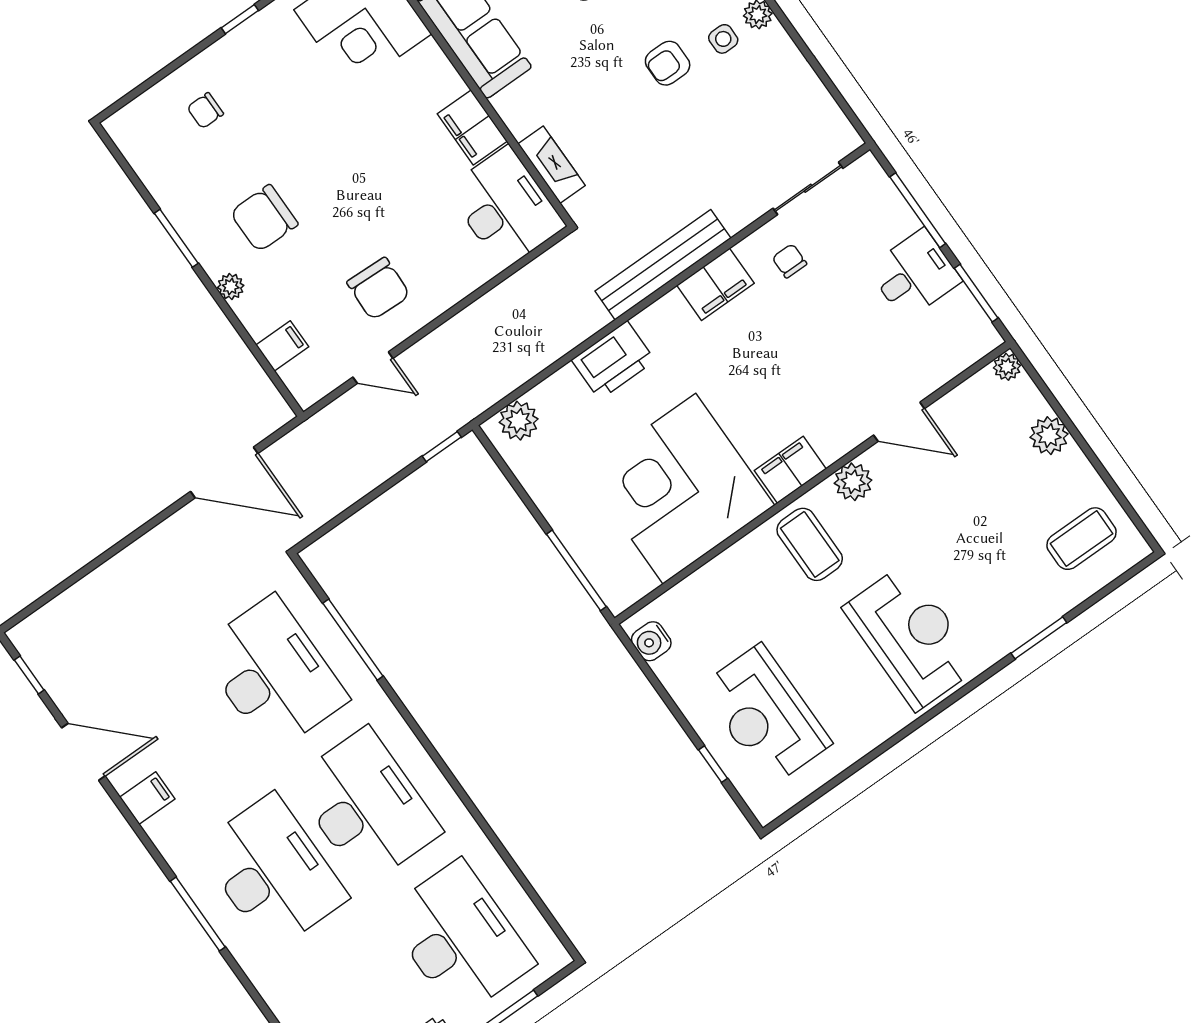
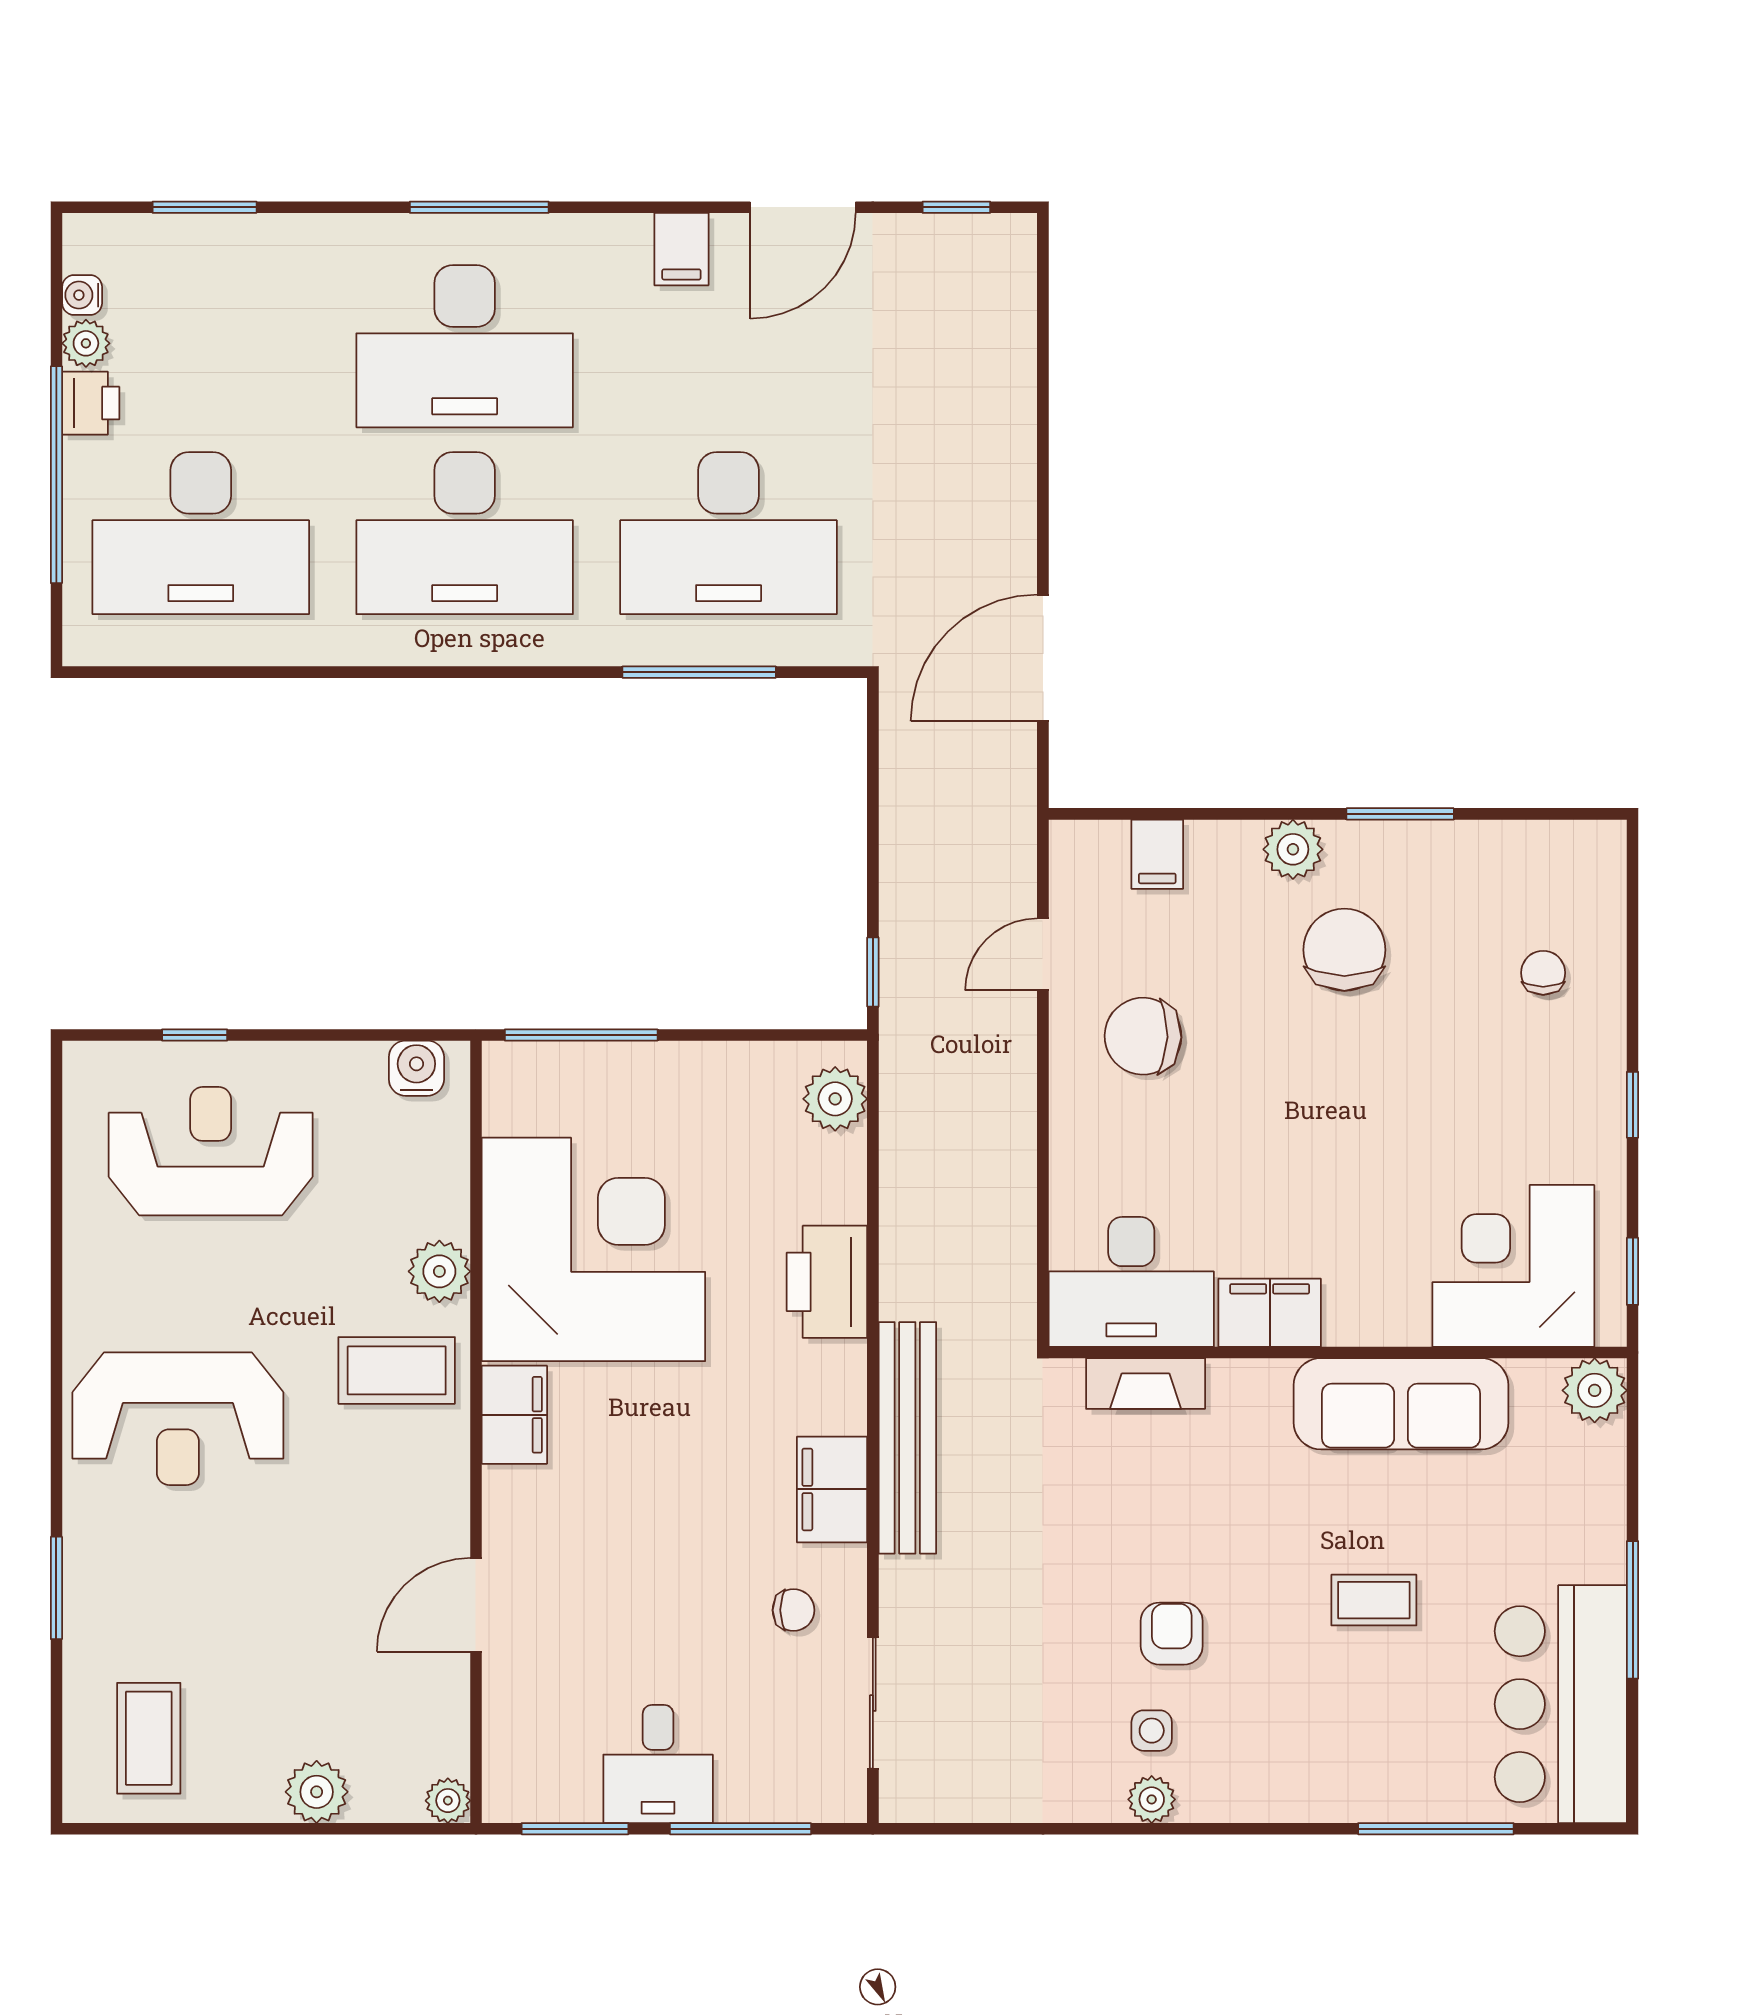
plant: (231, 286) -> (1293, 849), width x1.38, depth x1.38
plant: (853, 482) -> (439, 1271), moved

